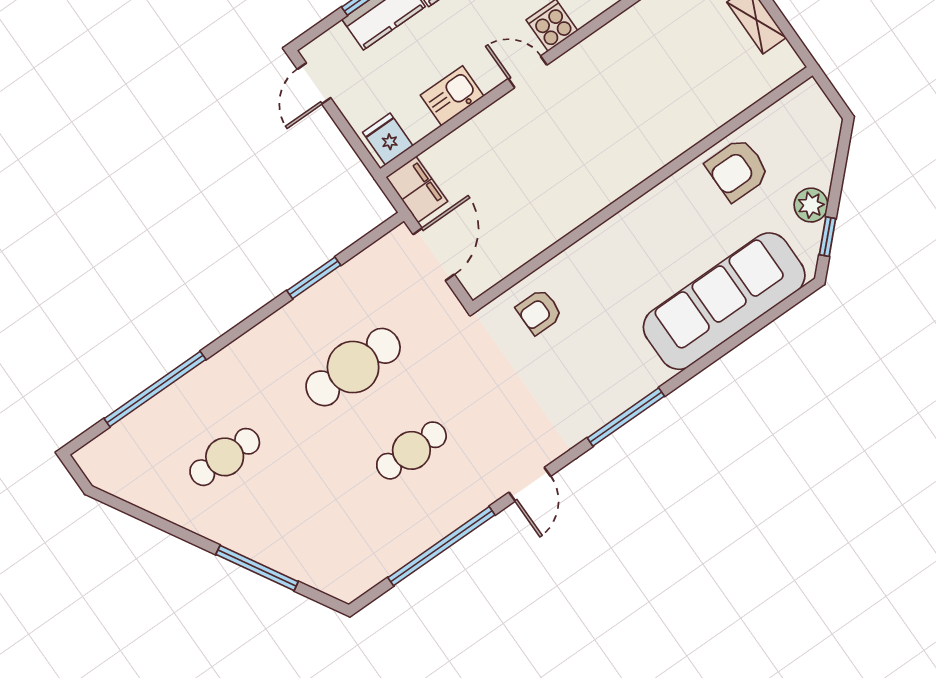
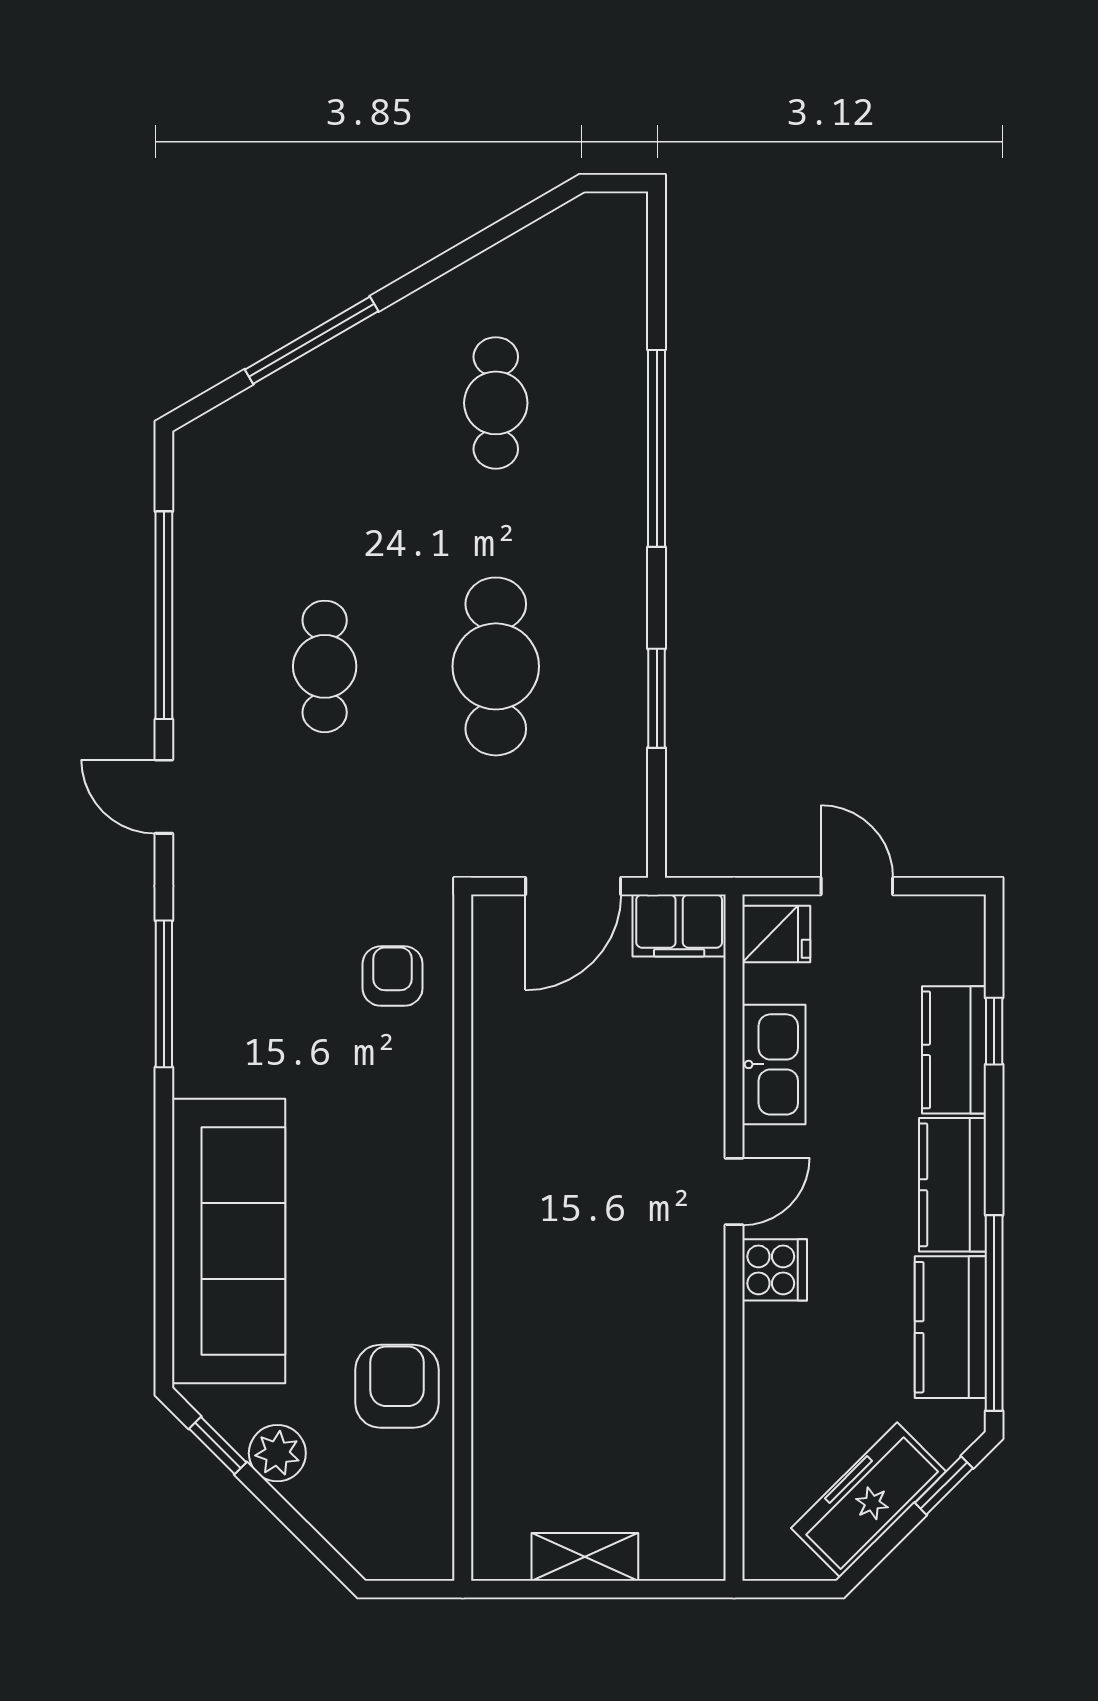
door: (314, 83) -> (857, 886), moved
kitchen sink: (452, 96) -> (774, 1064), width x1.38
door: (434, 254) -> (573, 886), hinge flipped
window: (155, 389) -> (657, 448), moved

